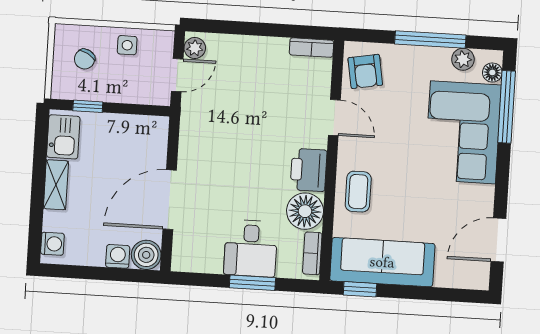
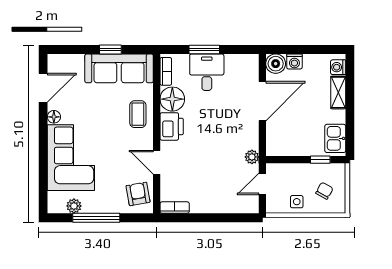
plant: (195, 48) -> (252, 157), moved
floor lamp: (492, 72) -> (54, 117), moved
window: (507, 107) -> (43, 176), removed
shelving: (56, 185) -> (338, 92), moved
window: (360, 289) -> (110, 50), moved

